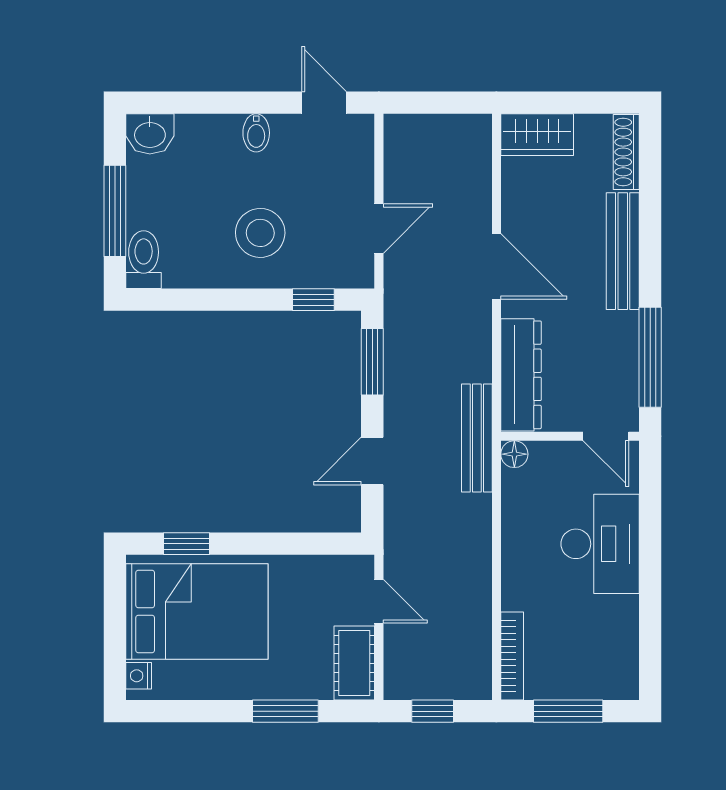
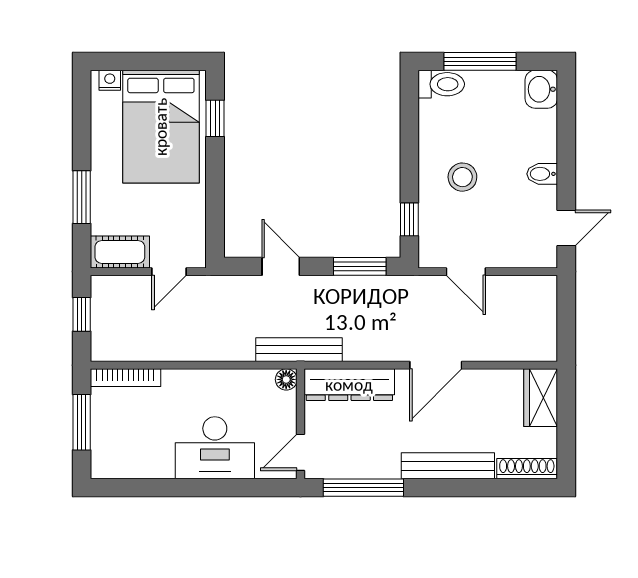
stool: (260, 233) -> (462, 177), width x0.73, depth x0.73

